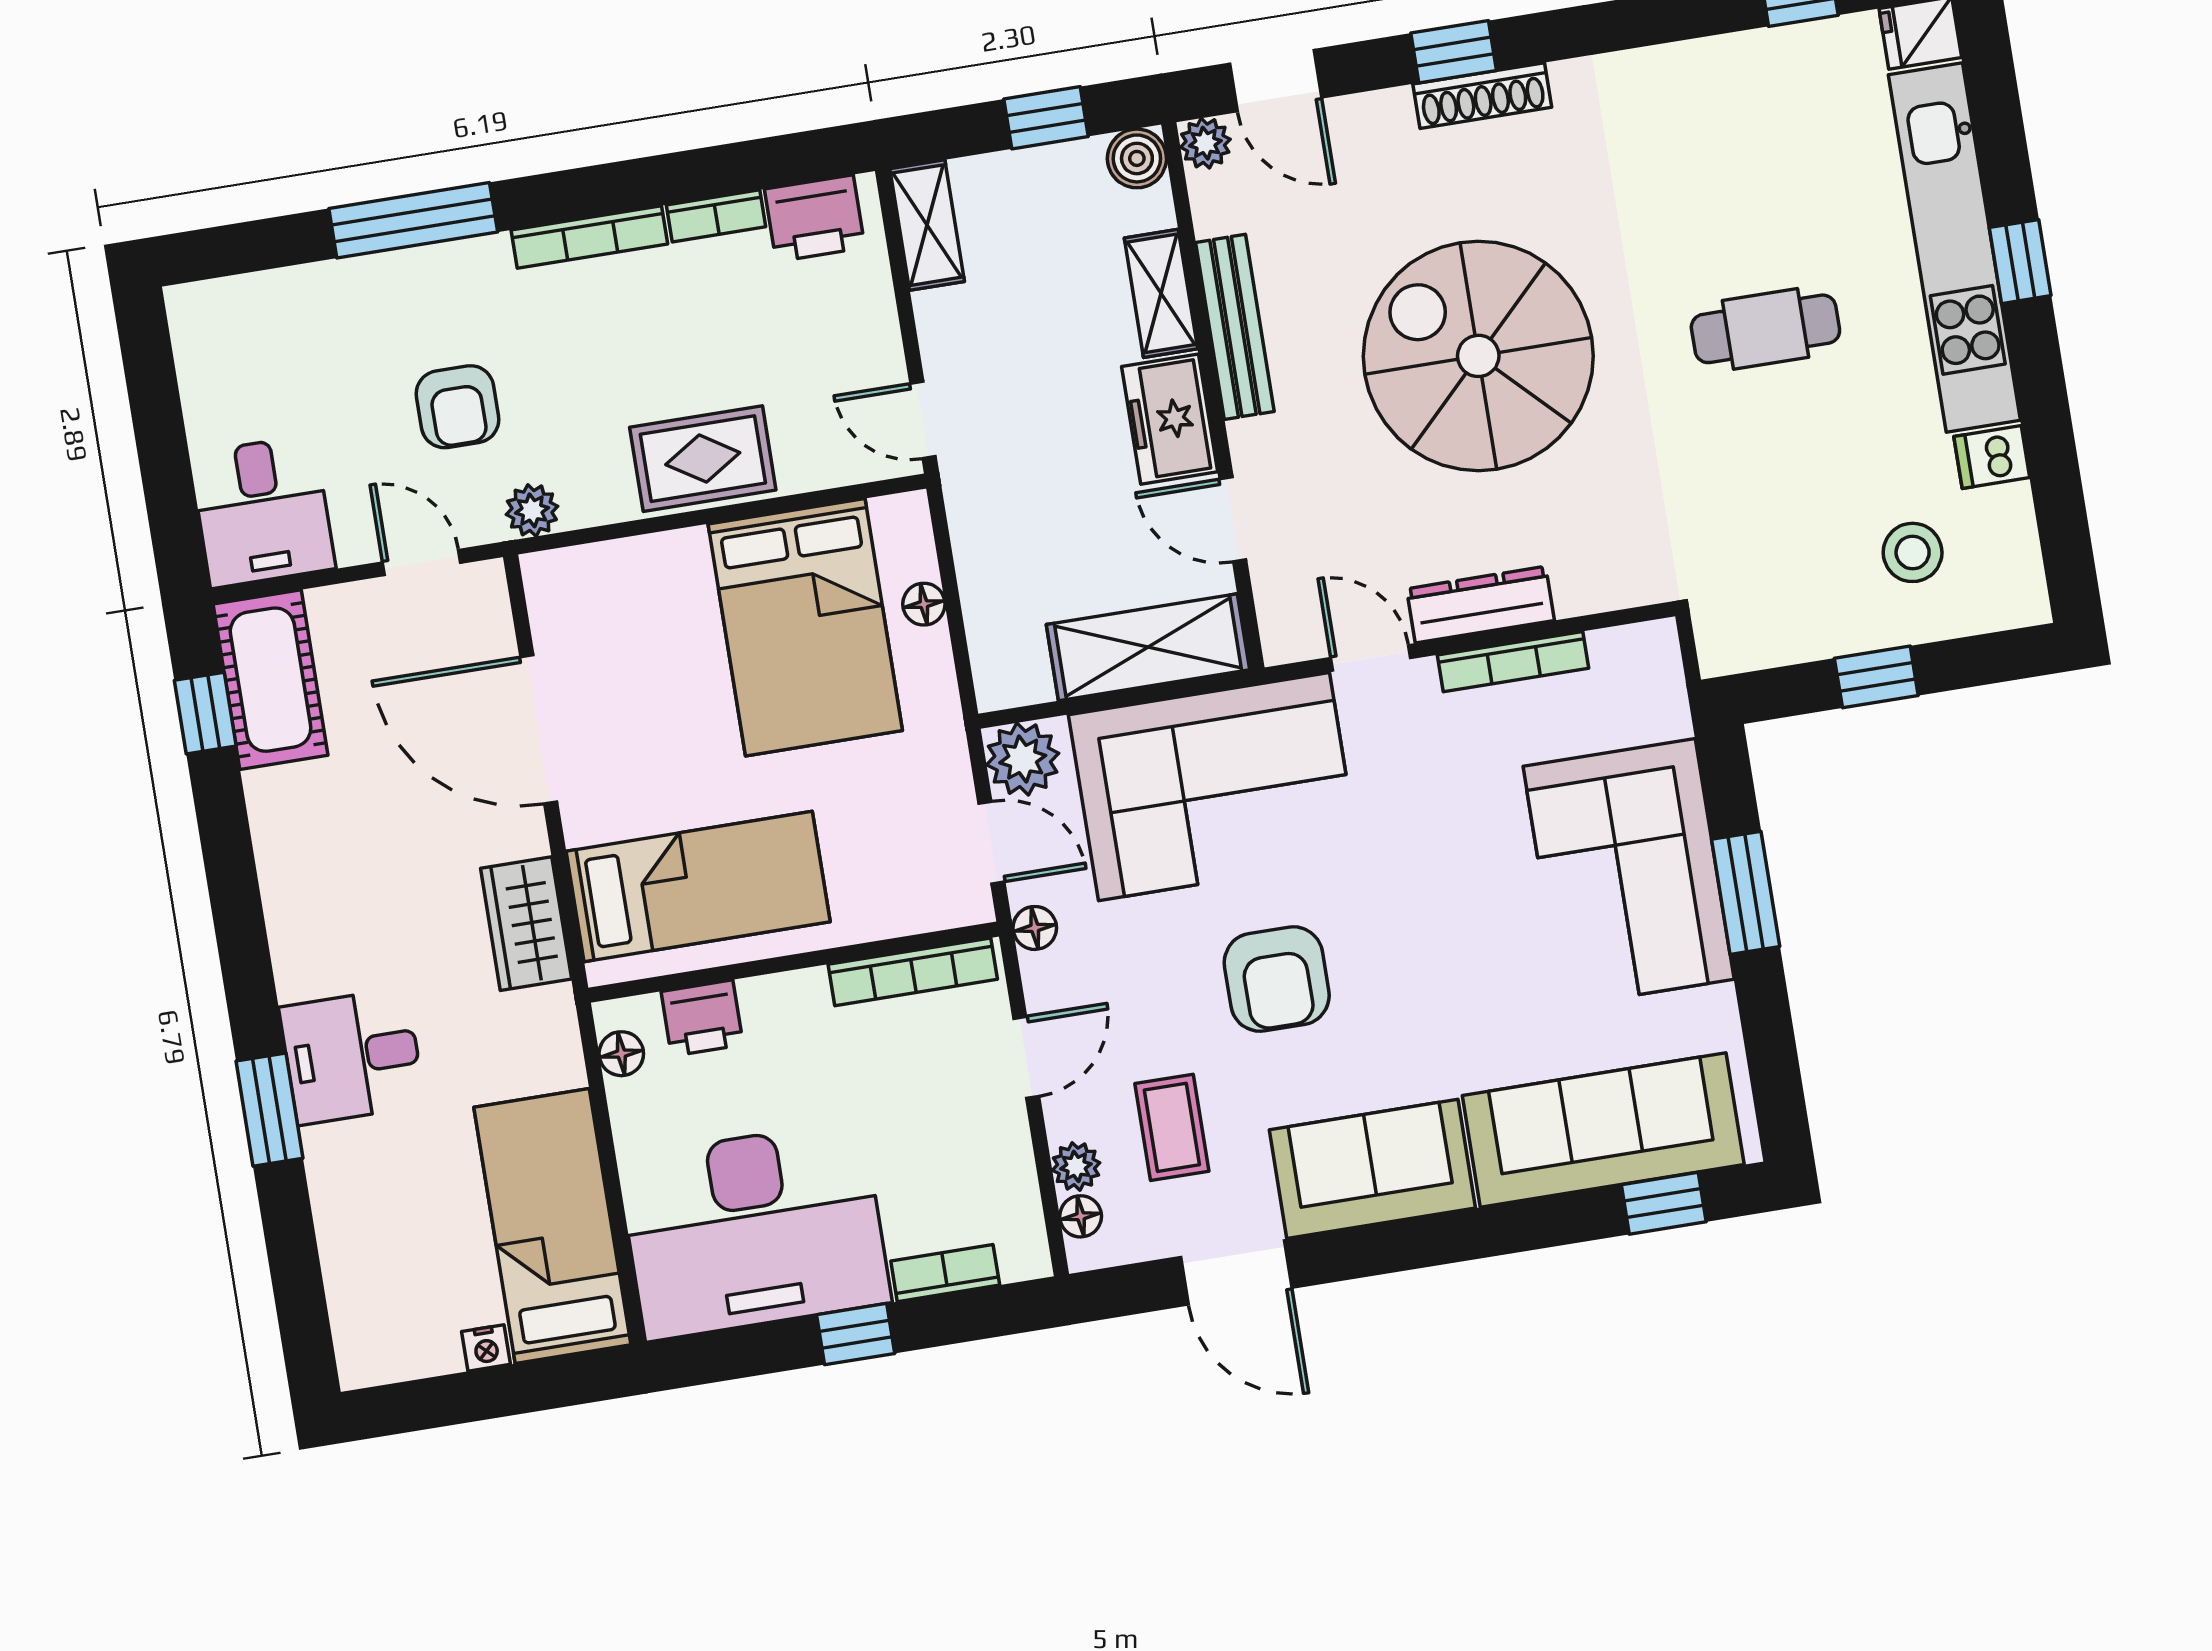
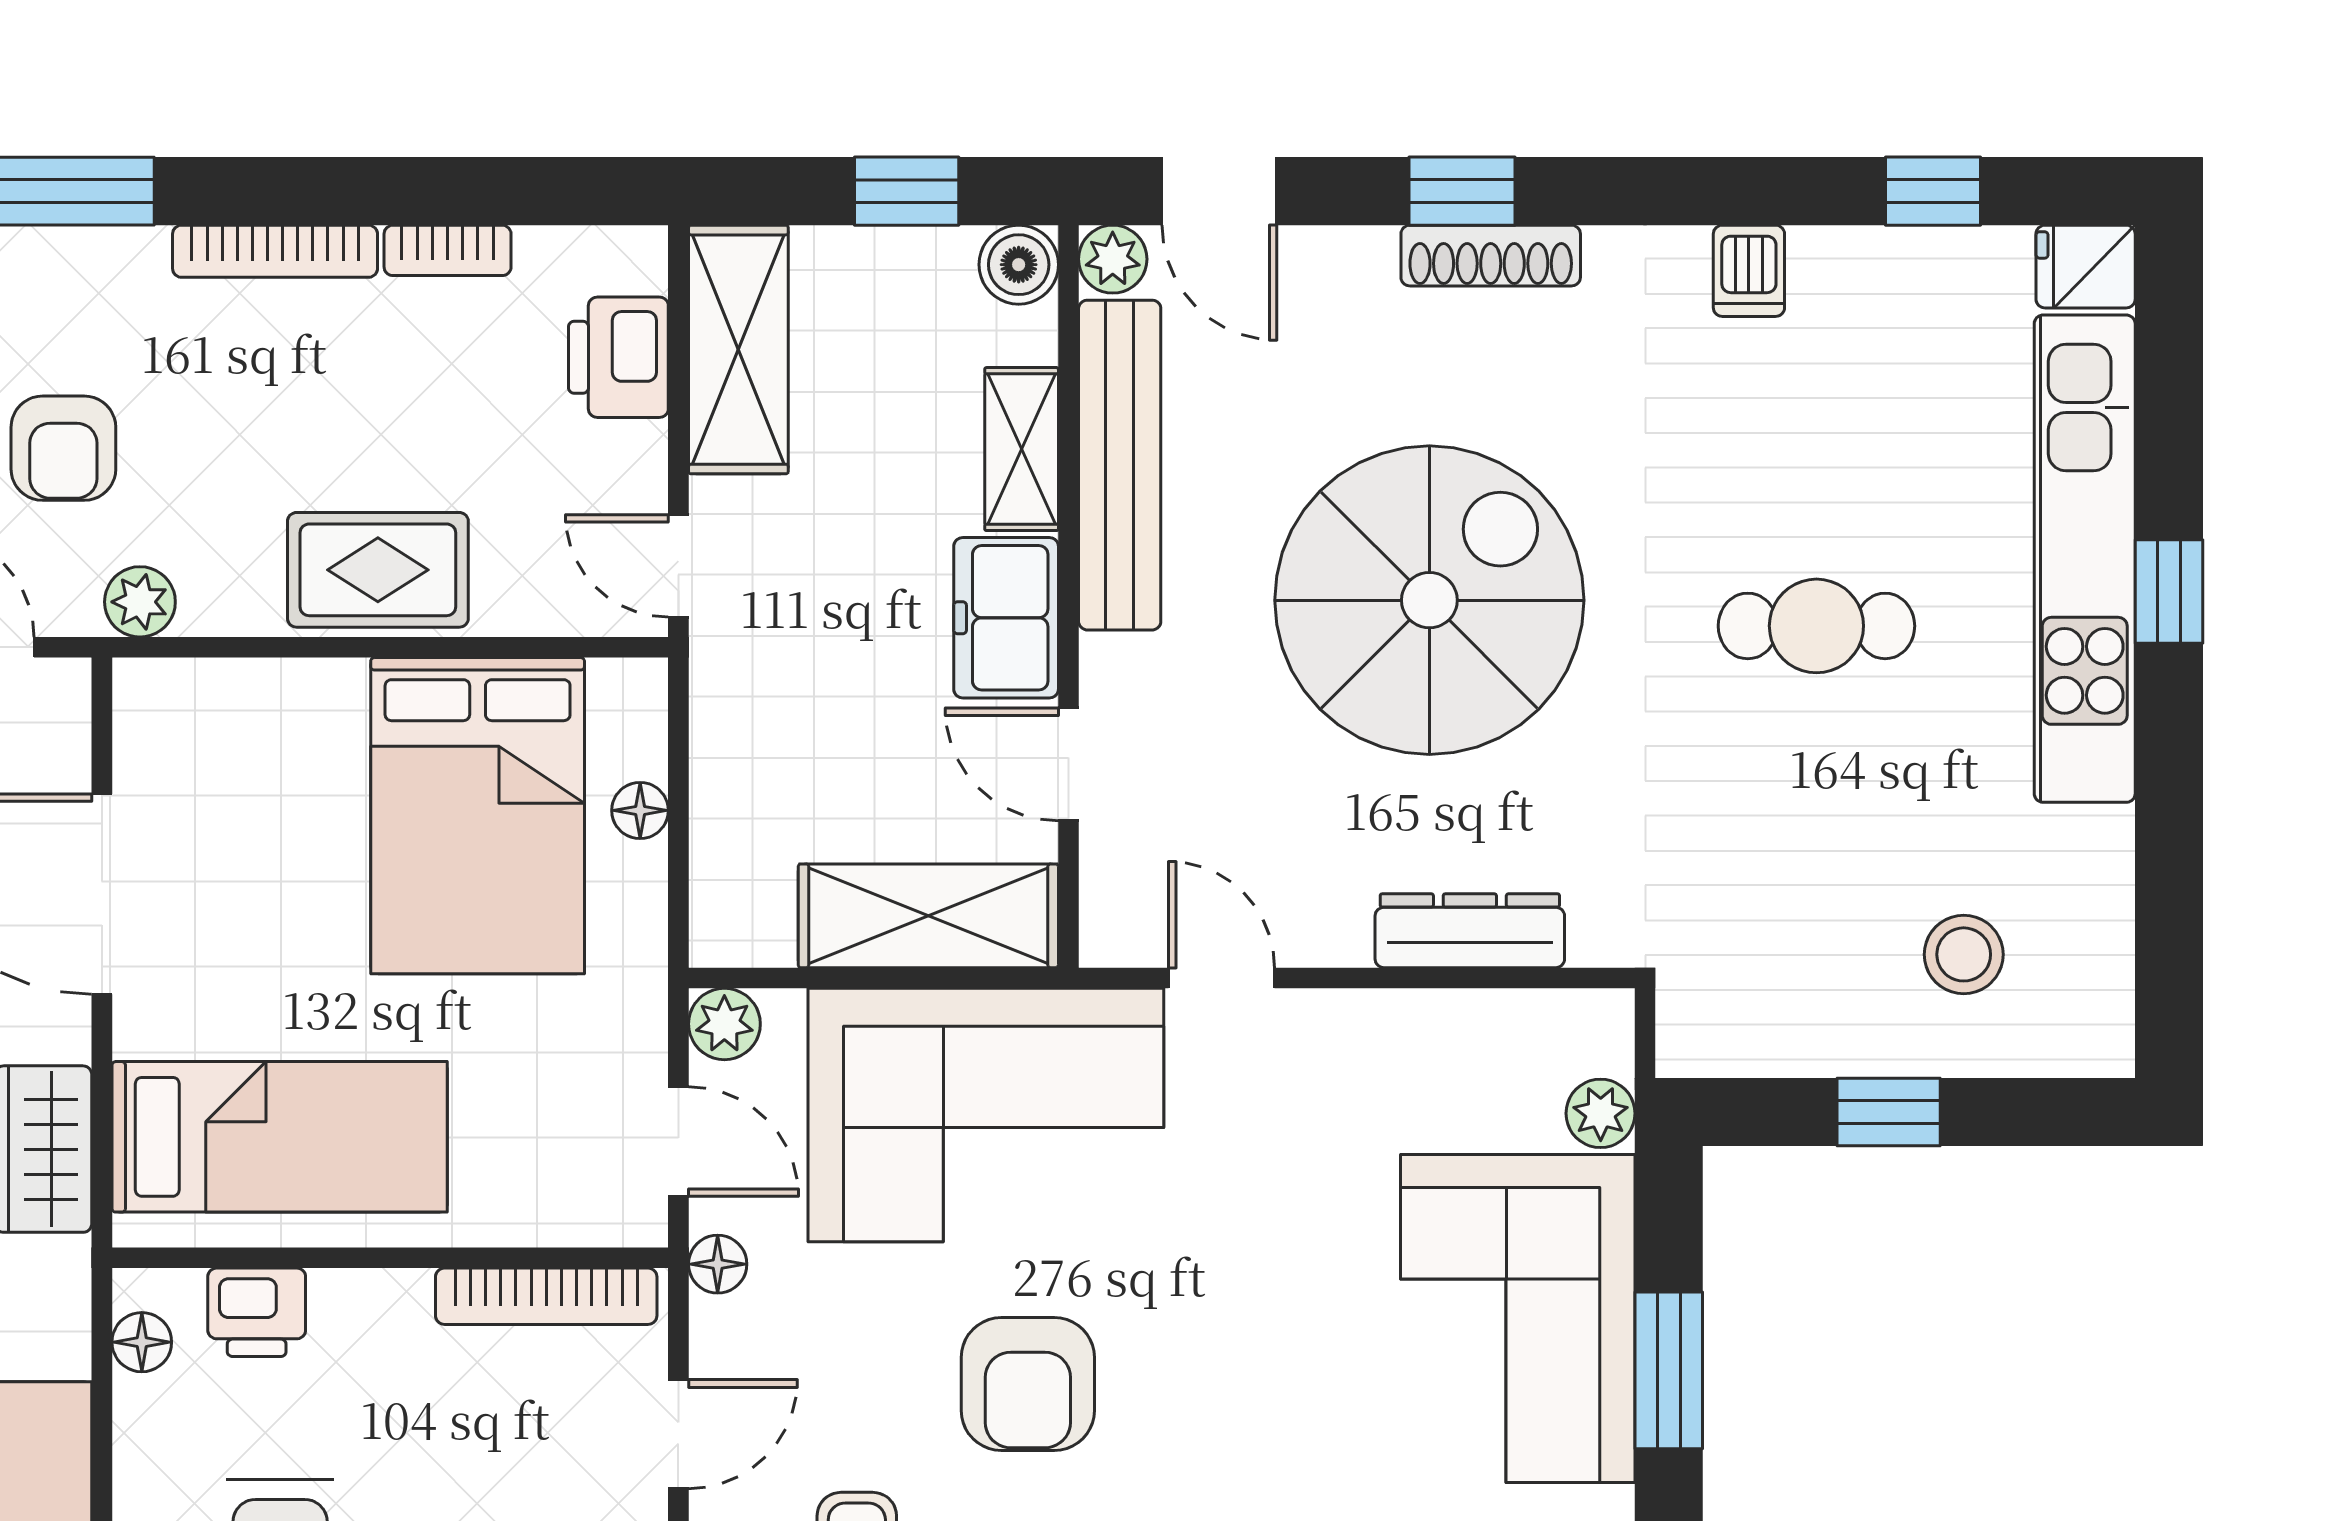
printer: (815, 218) -> (618, 357), moved, turned 90
shelving: (927, 225) -> (738, 350), width x1.50, depth x1.33
bench: (1235, 327) -> (1120, 465), width x1.37, depth x1.21
spiral stairs: (1478, 356) -> (1429, 600), turned 90
dishwasher: (1992, 457) -> (1749, 271), moved, turned -90
dresser: (1480, 605) -> (1470, 931), moved
bookcase: (1513, 662) -> (1410, 1013), removed
plant: (1665, 712) -> (1601, 1113), added
plant: (1023, 759) -> (724, 1024), width x0.73, depth x0.73

